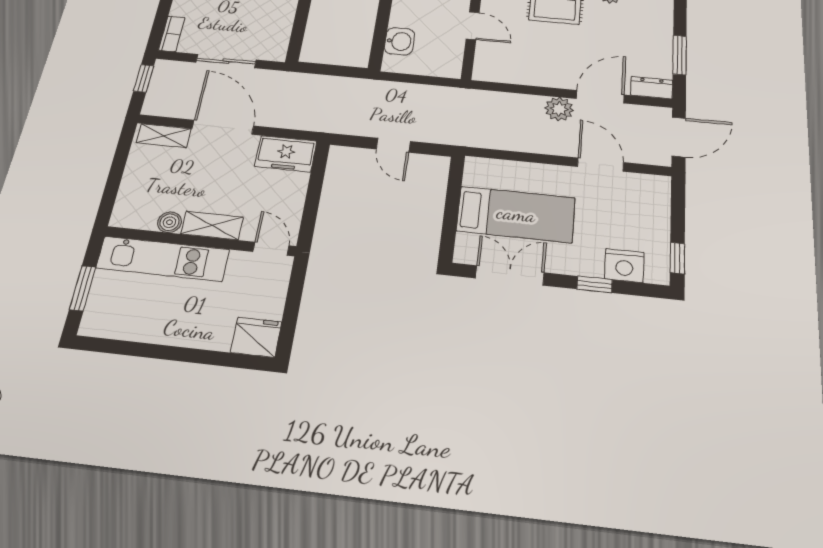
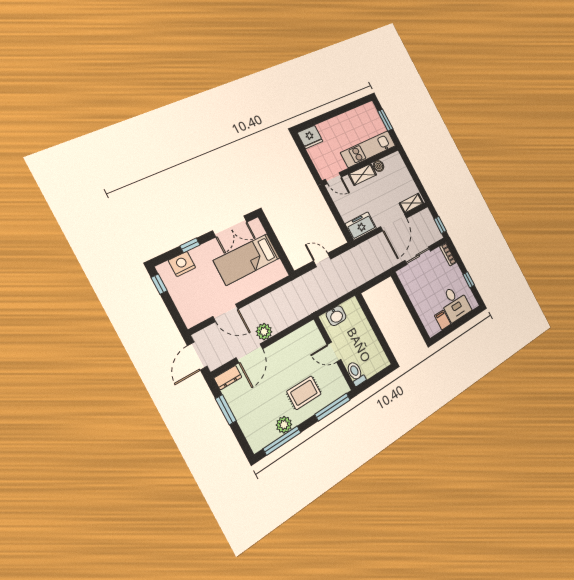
washbasin: (399, 41) -> (336, 316), moved, turned -90
door: (223, 127) -> (394, 222), hinge flipped

